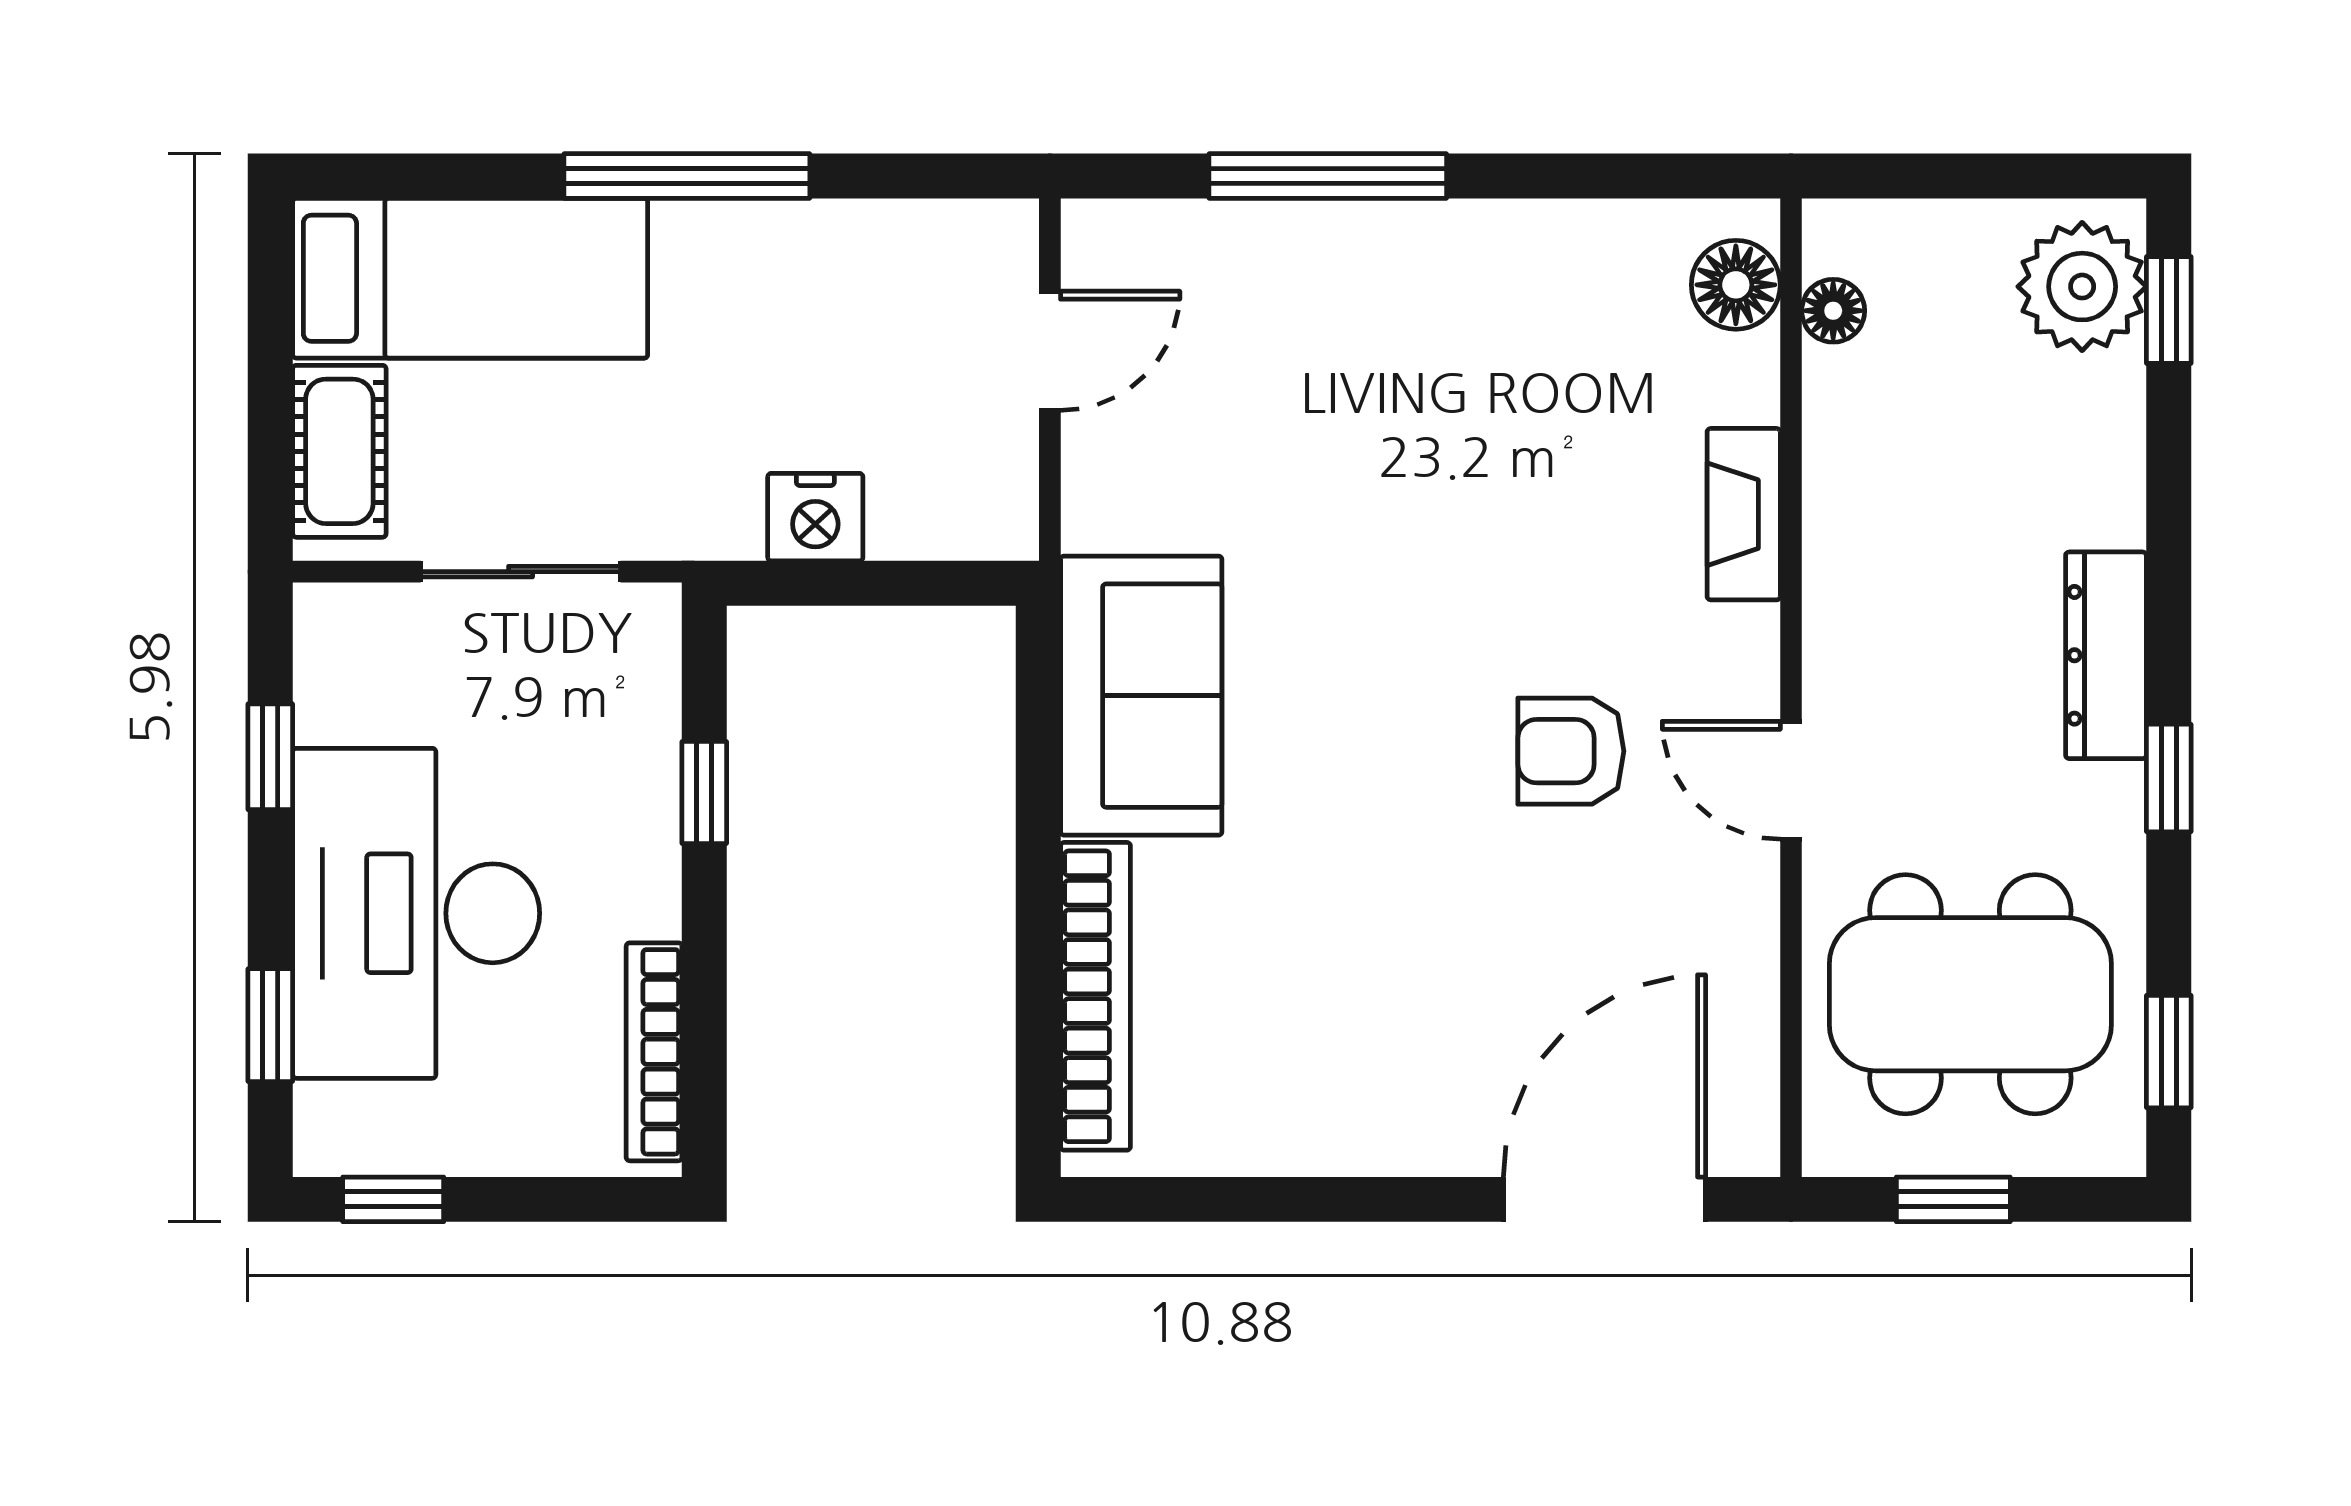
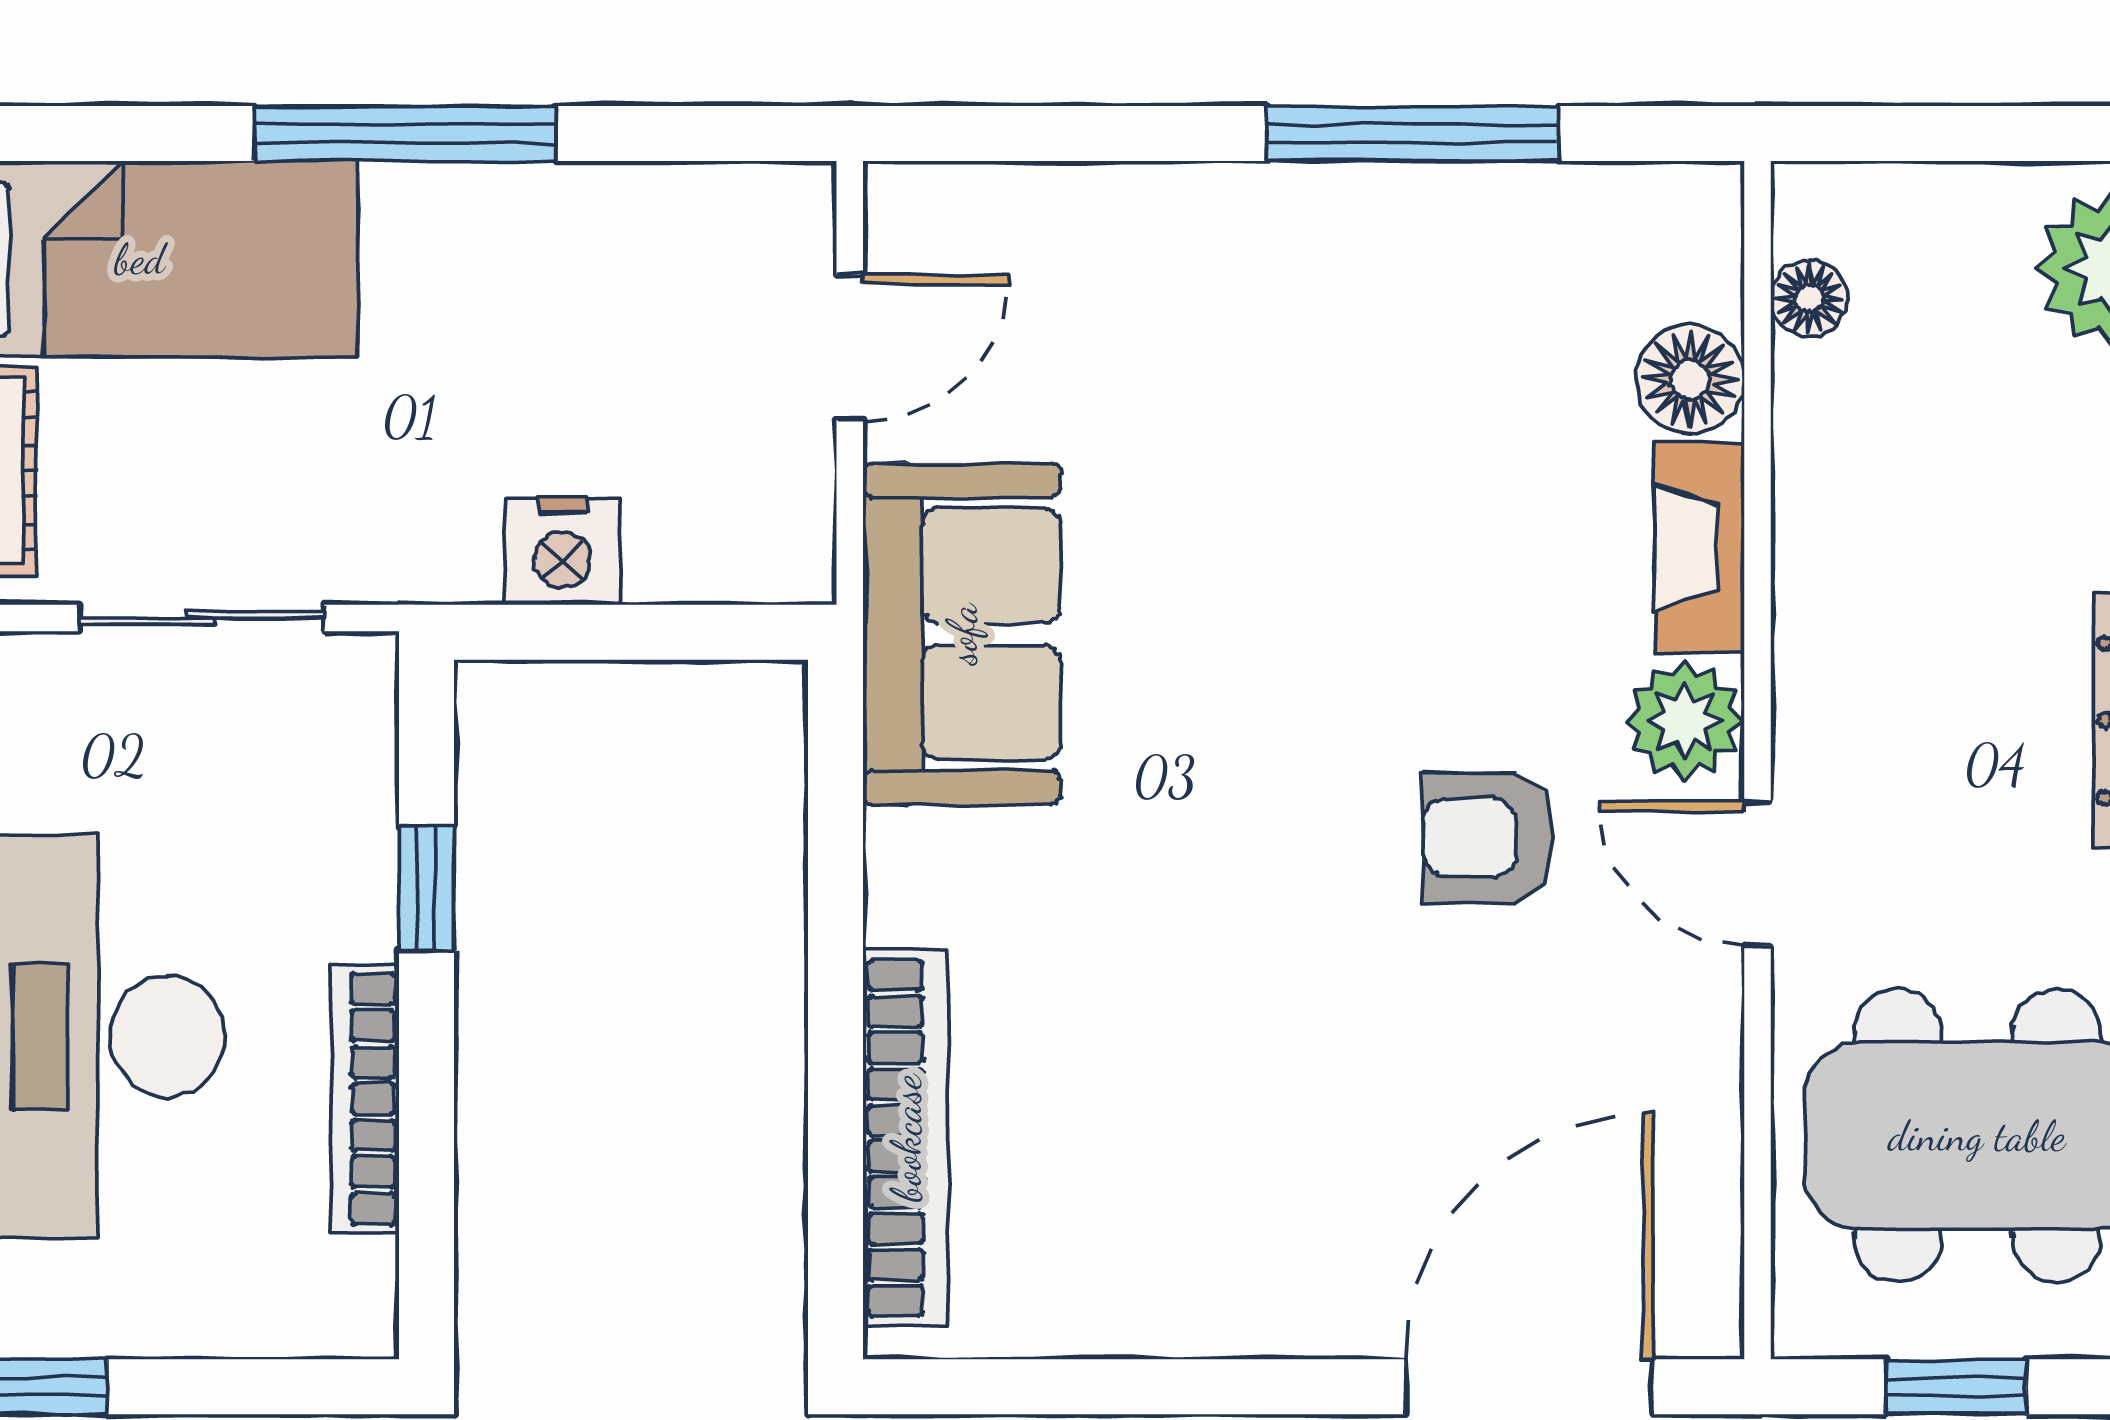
window: (1328, 176) -> (1412, 134), moved
floor lamp: (1736, 285) -> (1690, 379), moved
plant: (1732, 656) -> (1685, 721), added
sofa: (1141, 696) -> (962, 634), moved
bookcase: (654, 1052) -> (365, 1099), moved

